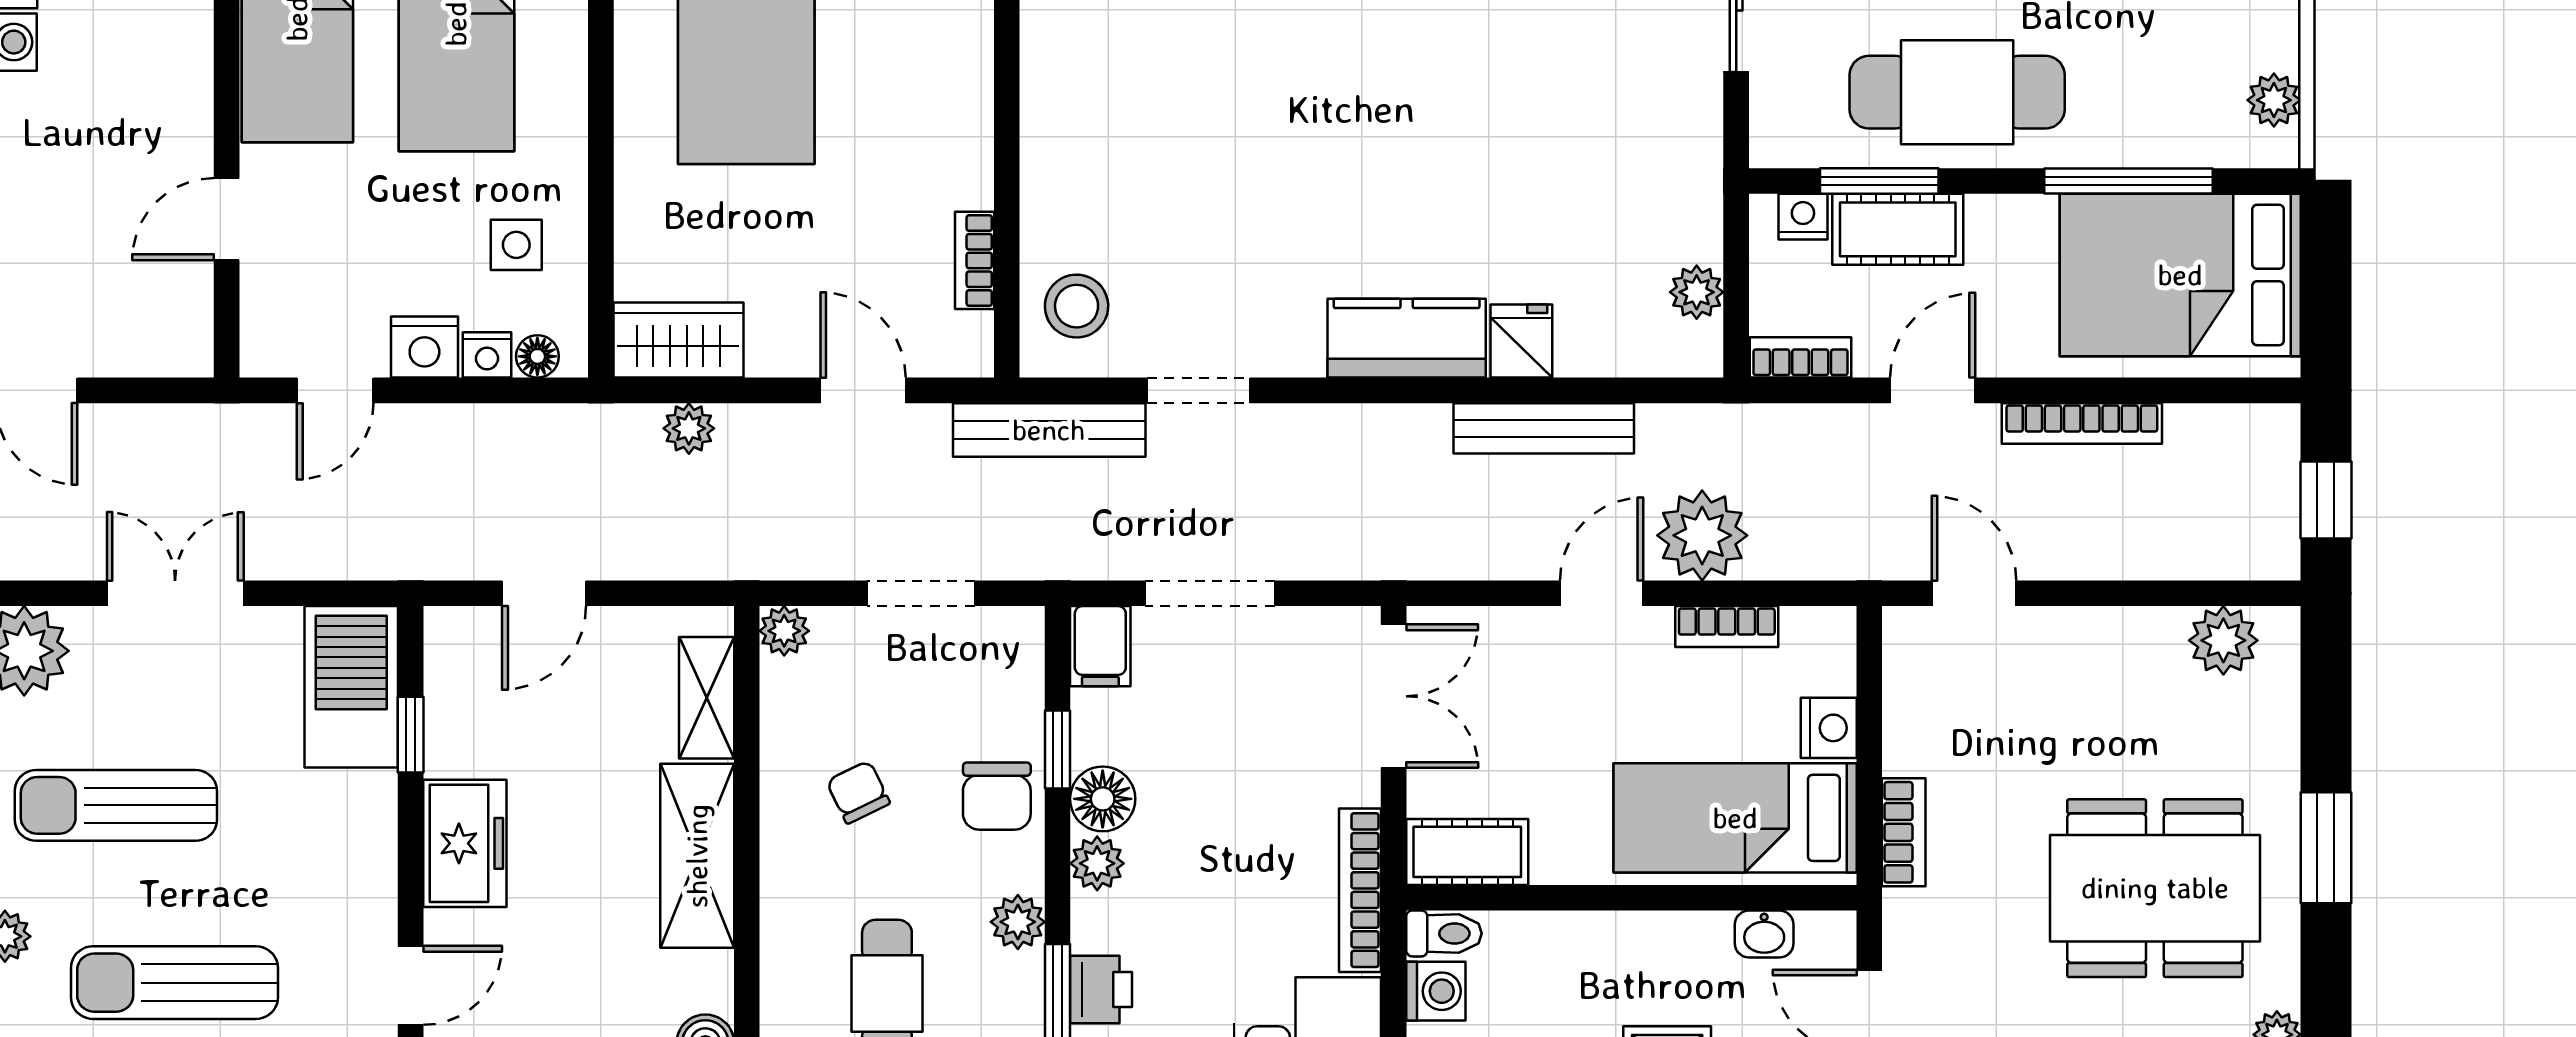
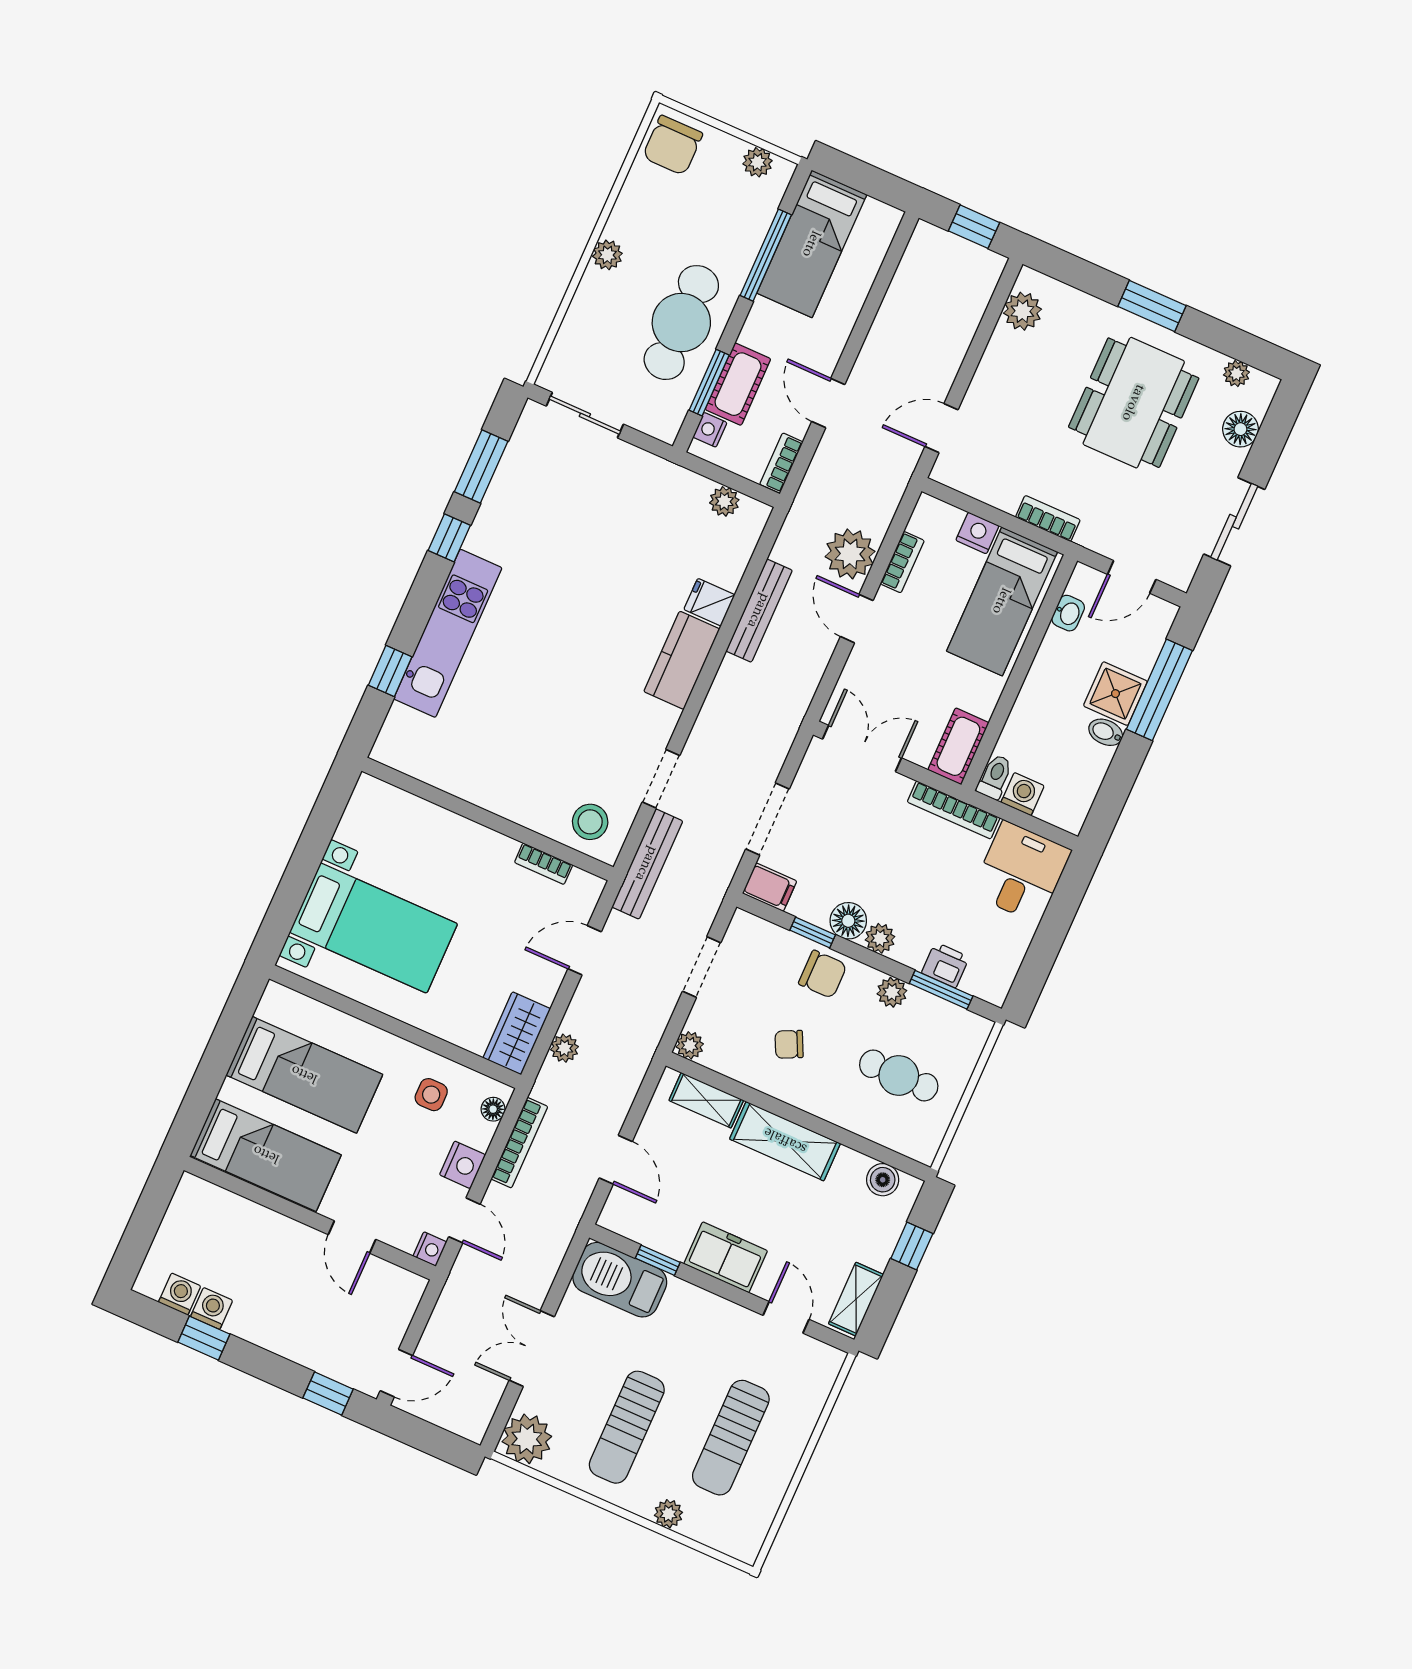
bed: (2180, 275) -> (812, 244), width x0.67
nightstand: (487, 355) -> (430, 1249), moved
bookcase: (2082, 423) -> (519, 1143), moved

